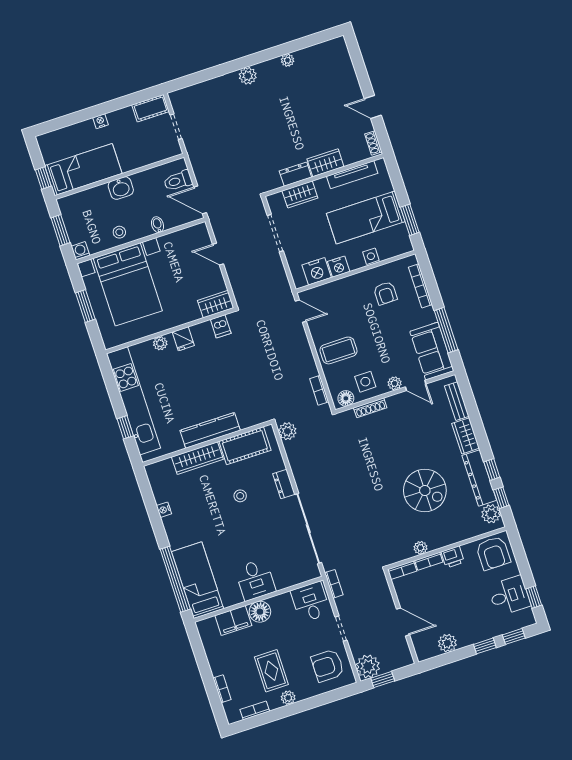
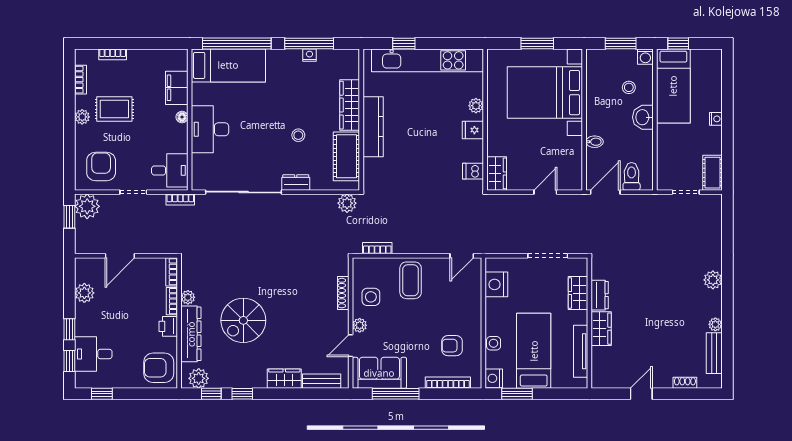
bench: (314, 53) -> (714, 353), added
shoe rack: (373, 143) -> (685, 383), moved
stool: (119, 232) -> (629, 87), moved
washing machine: (80, 251) -> (645, 57), moved, turned 90
nightstand: (339, 267) -> (494, 378), moved
floor lamp: (346, 398) -> (361, 272), removed
dresser: (479, 478) -> (191, 334), moved, turned 90
window: (154, 513) -> (309, 43), added
desk: (255, 580) -> (210, 129), width x1.37
desk: (509, 596) -> (93, 354), moved, turned 90
floor lamp: (260, 612) -> (182, 117), width x0.53, depth x0.53

